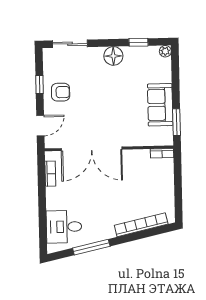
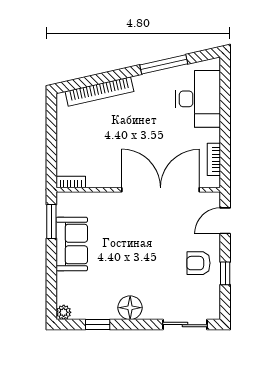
desk: (64, 227) -> (198, 99), width x1.37

